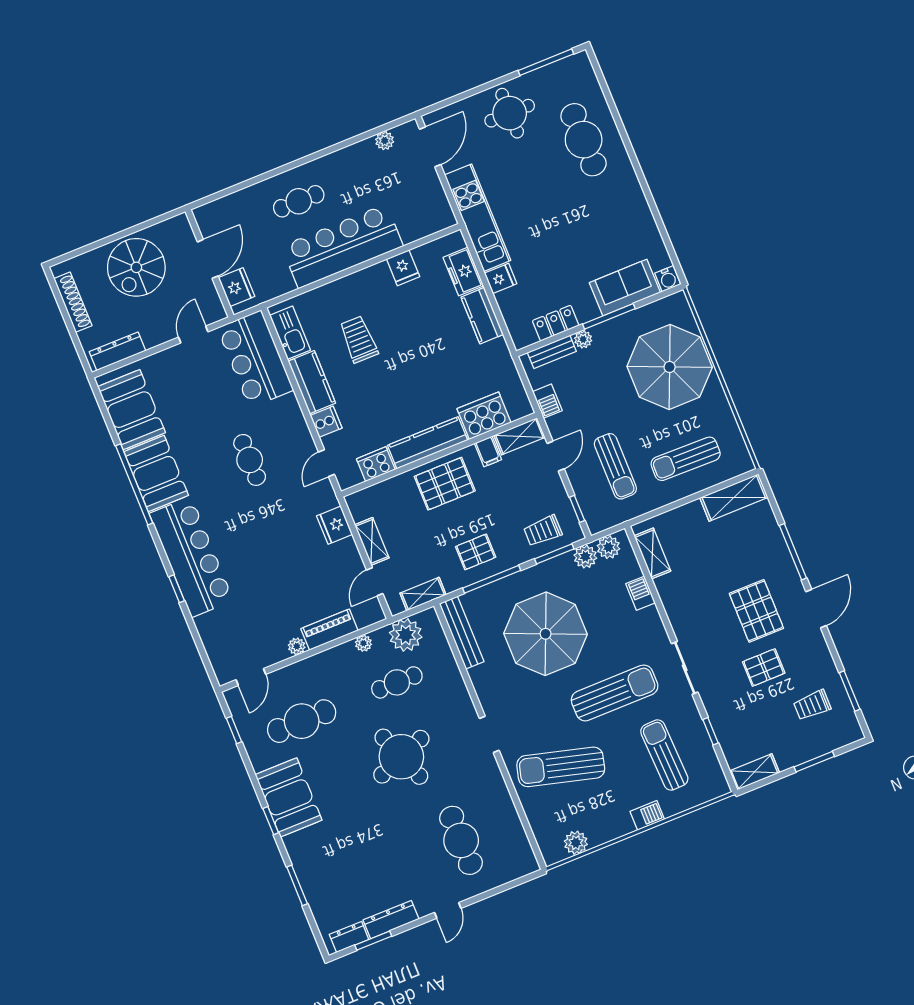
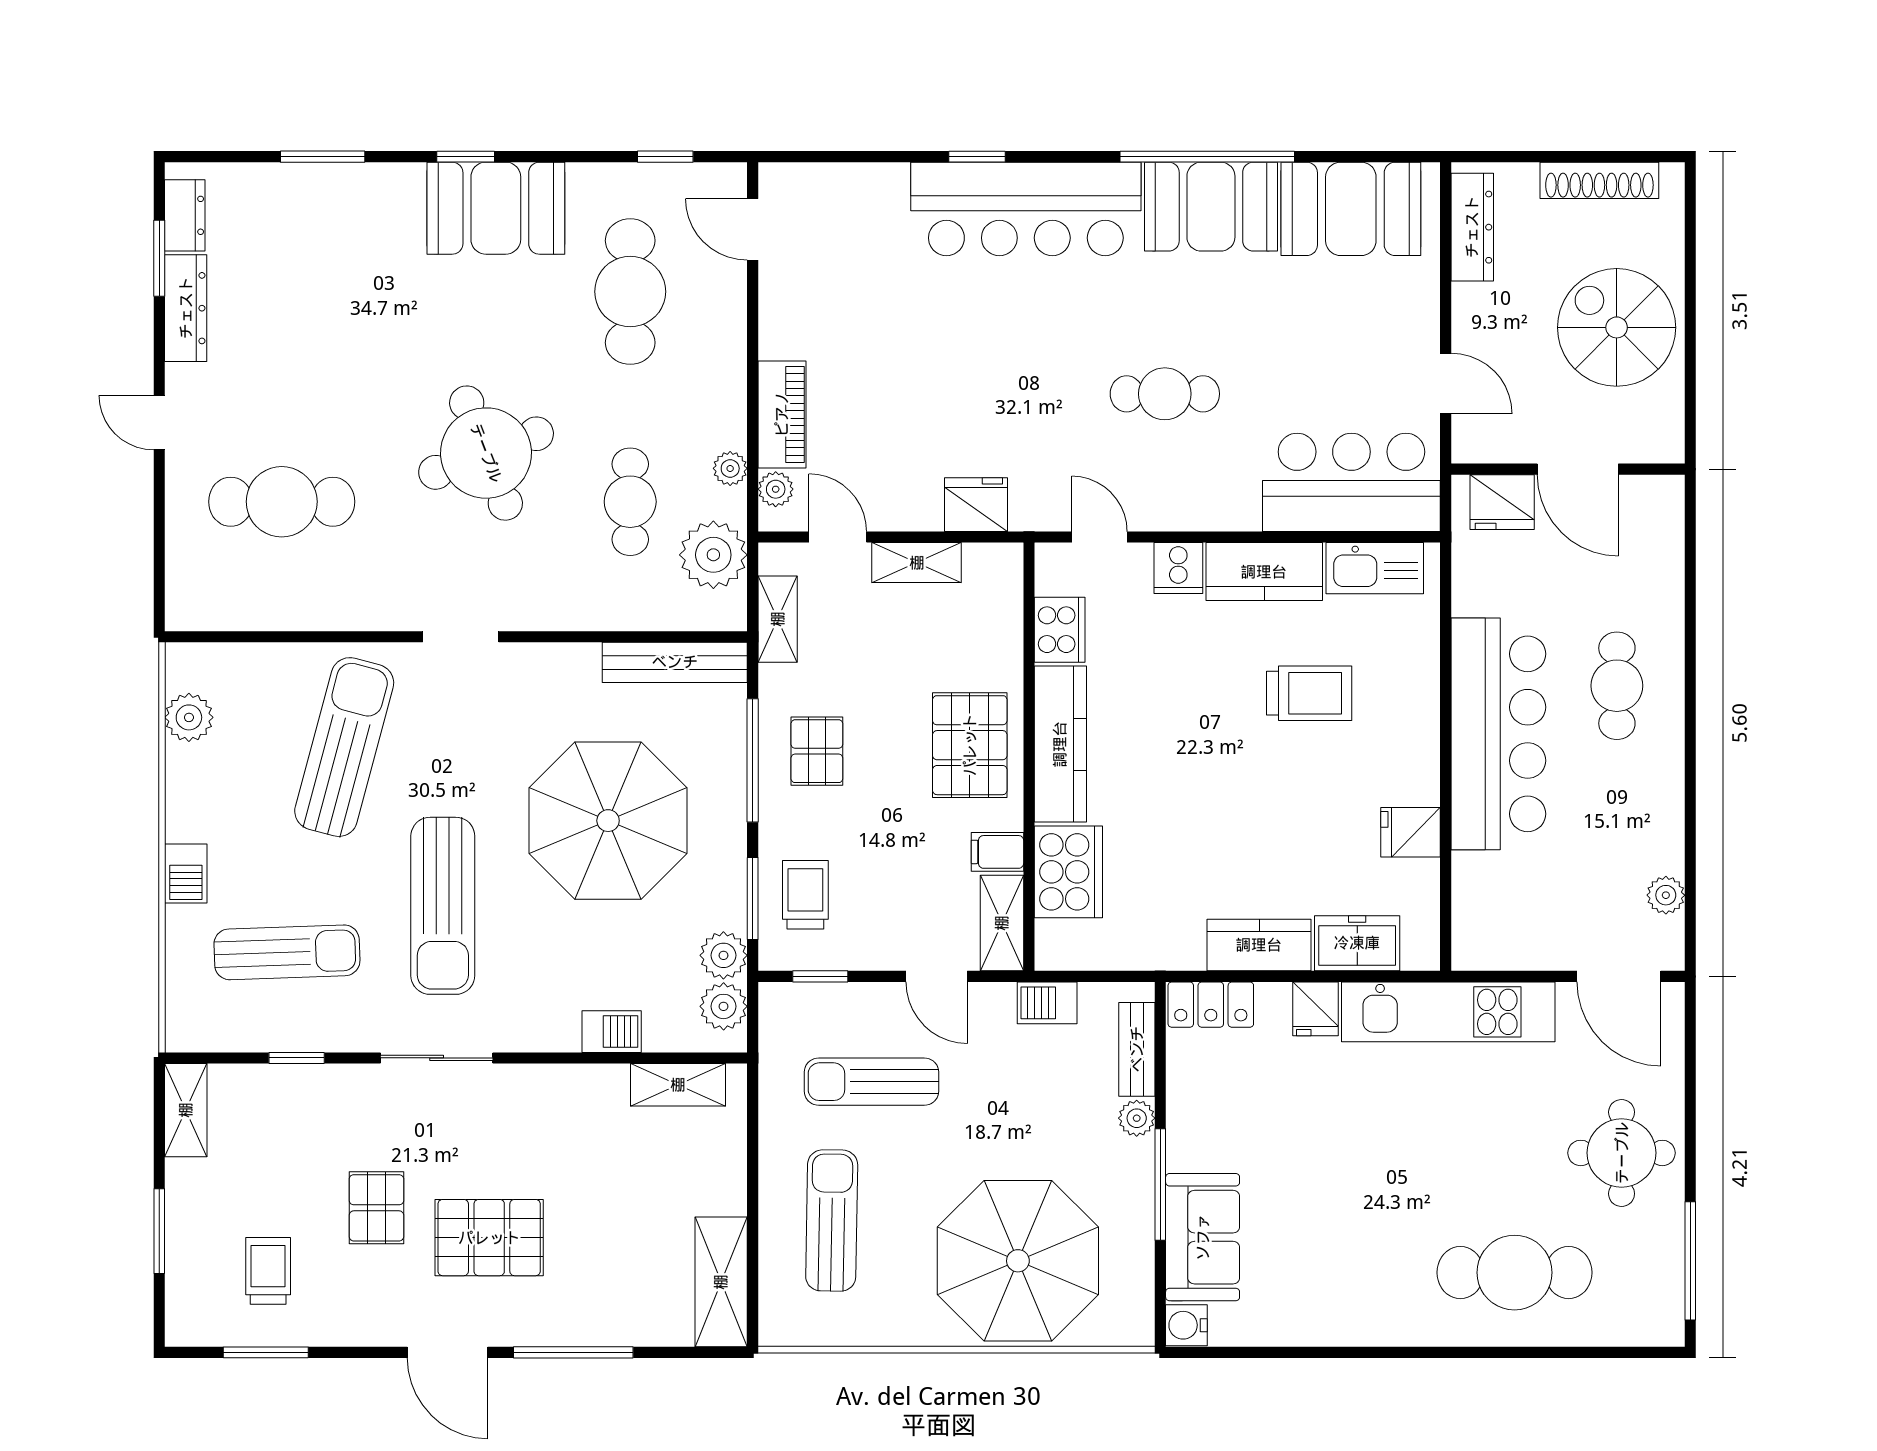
locker: (556, 323) -> (1211, 1005), moved, turned 90
plant: (297, 646) -> (776, 489), moved

